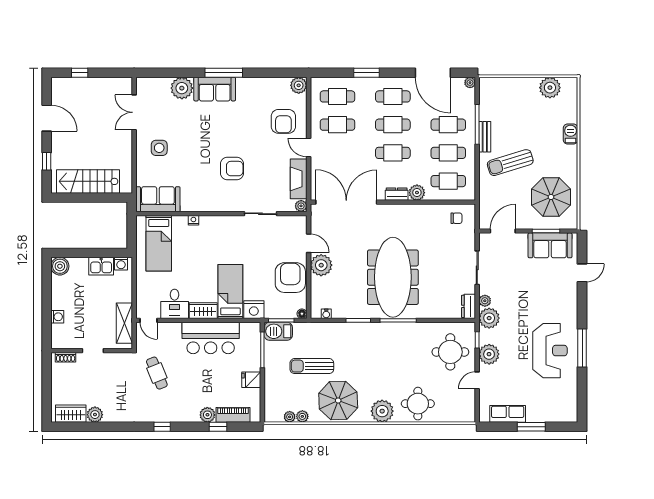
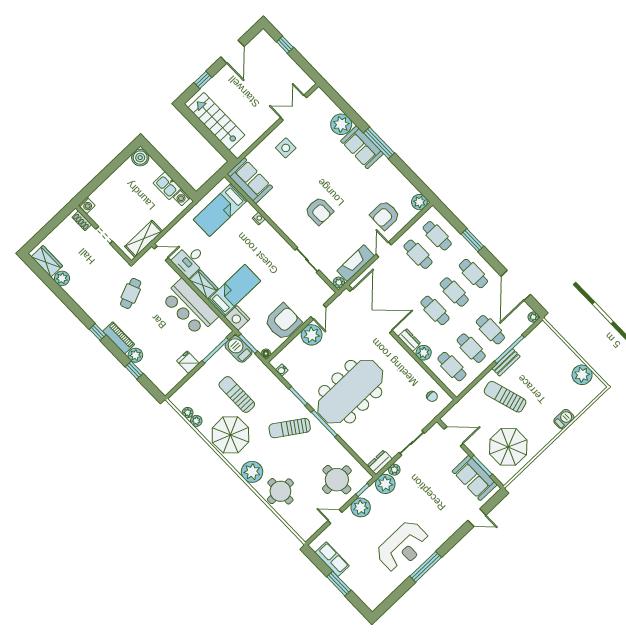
washing machine: (57, 317) -> (87, 205), moved
door: (149, 320) -> (161, 253), swing flipped
sun lounger: (376, 350) -> (290, 428), added
piano: (233, 415) -> (119, 338), moved

